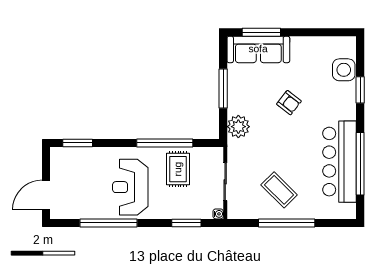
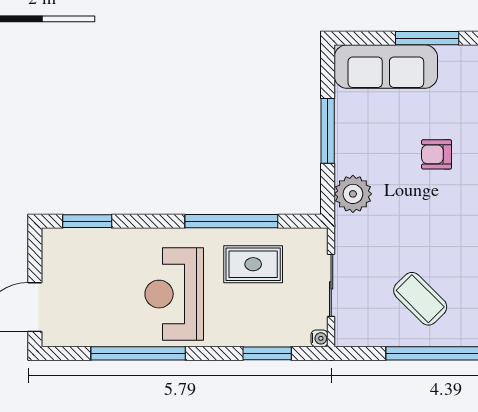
window: (261, 32) -> (427, 38), moved
armchair: (289, 103) -> (437, 154), turned 142
rug: (178, 169) -> (253, 264), turned 90

